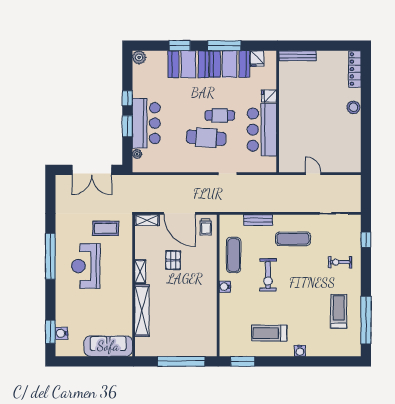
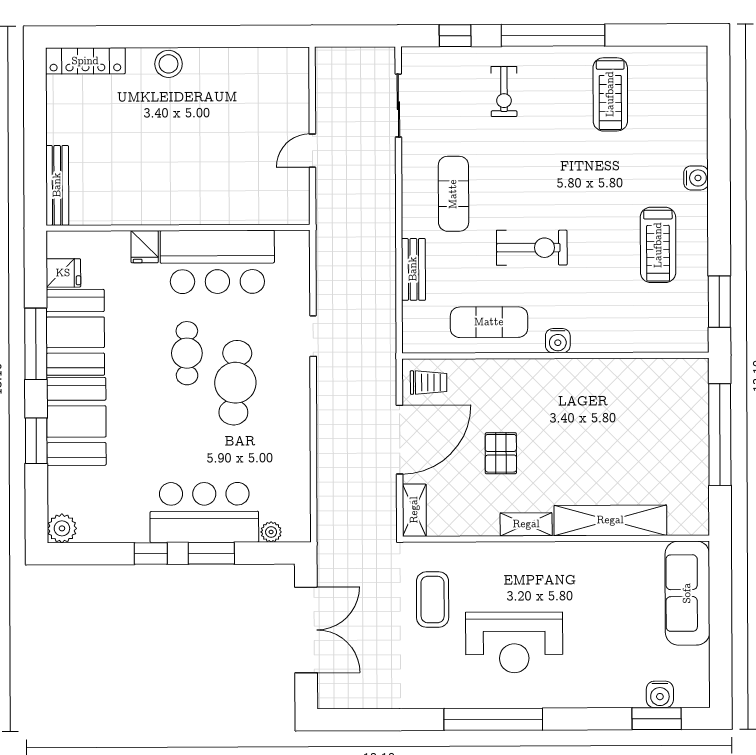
pallet: (173, 260) -> (501, 453), turned 90
treadmill: (339, 311) -> (610, 94), turned -90
window: (366, 320) -> (553, 35), moved

